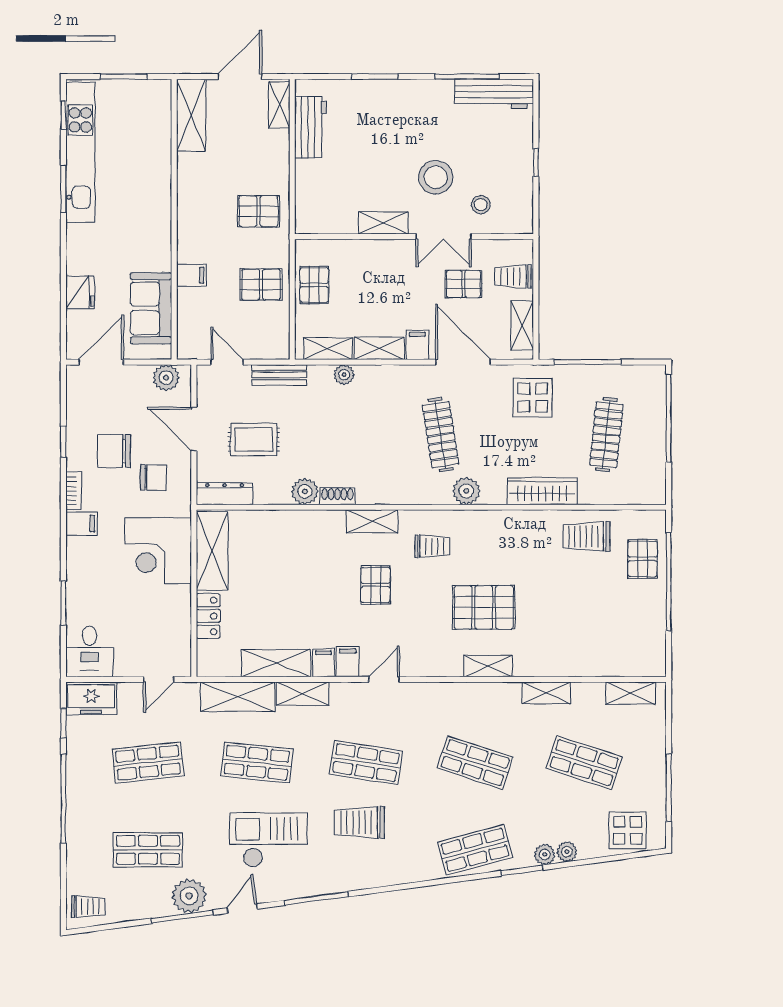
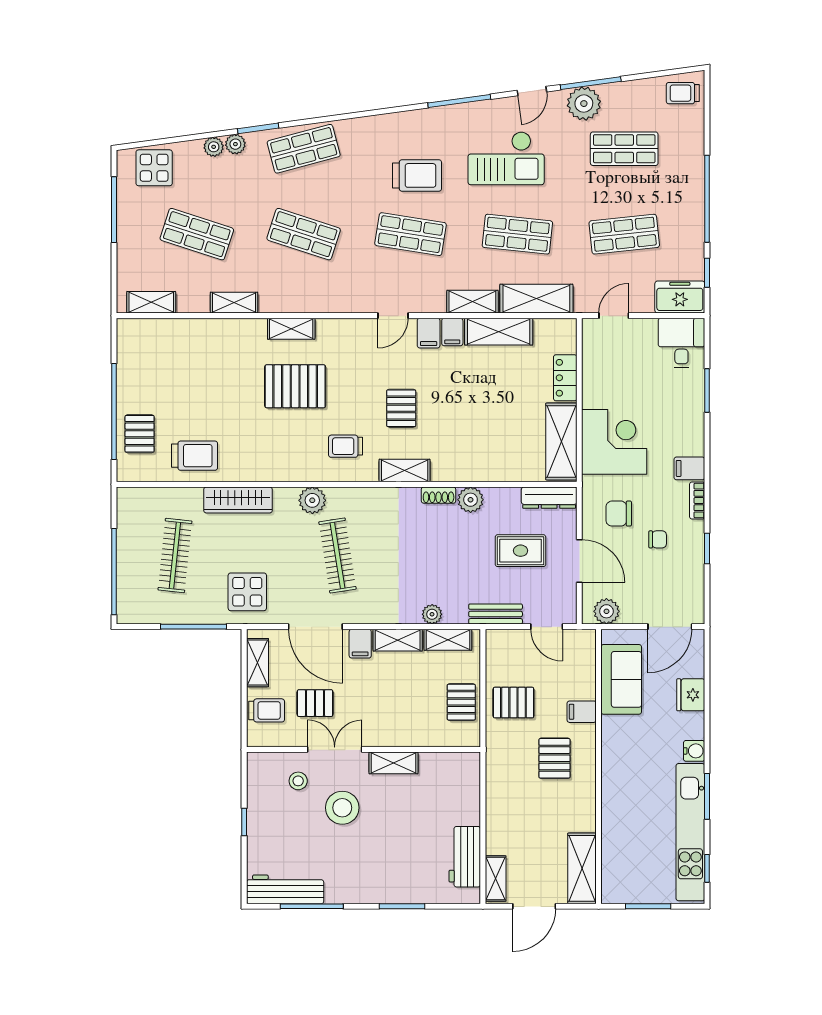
pallet: (259, 211) -> (554, 758), moved, turned 90
water cooler: (77, 235) -> (694, 751), added
chair: (114, 451) -> (658, 539), width x0.54, depth x0.54

